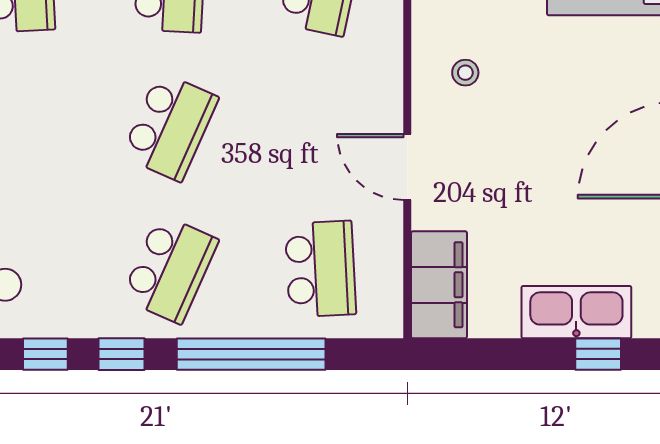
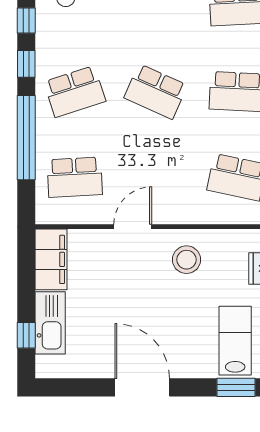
stool: (465, 73) -> (186, 260), width x1.89, depth x1.89
school desk: (170, 269) -> (75, 92), turned -42
filing cabinet: (439, 285) -> (51, 259), moved, turned -90

